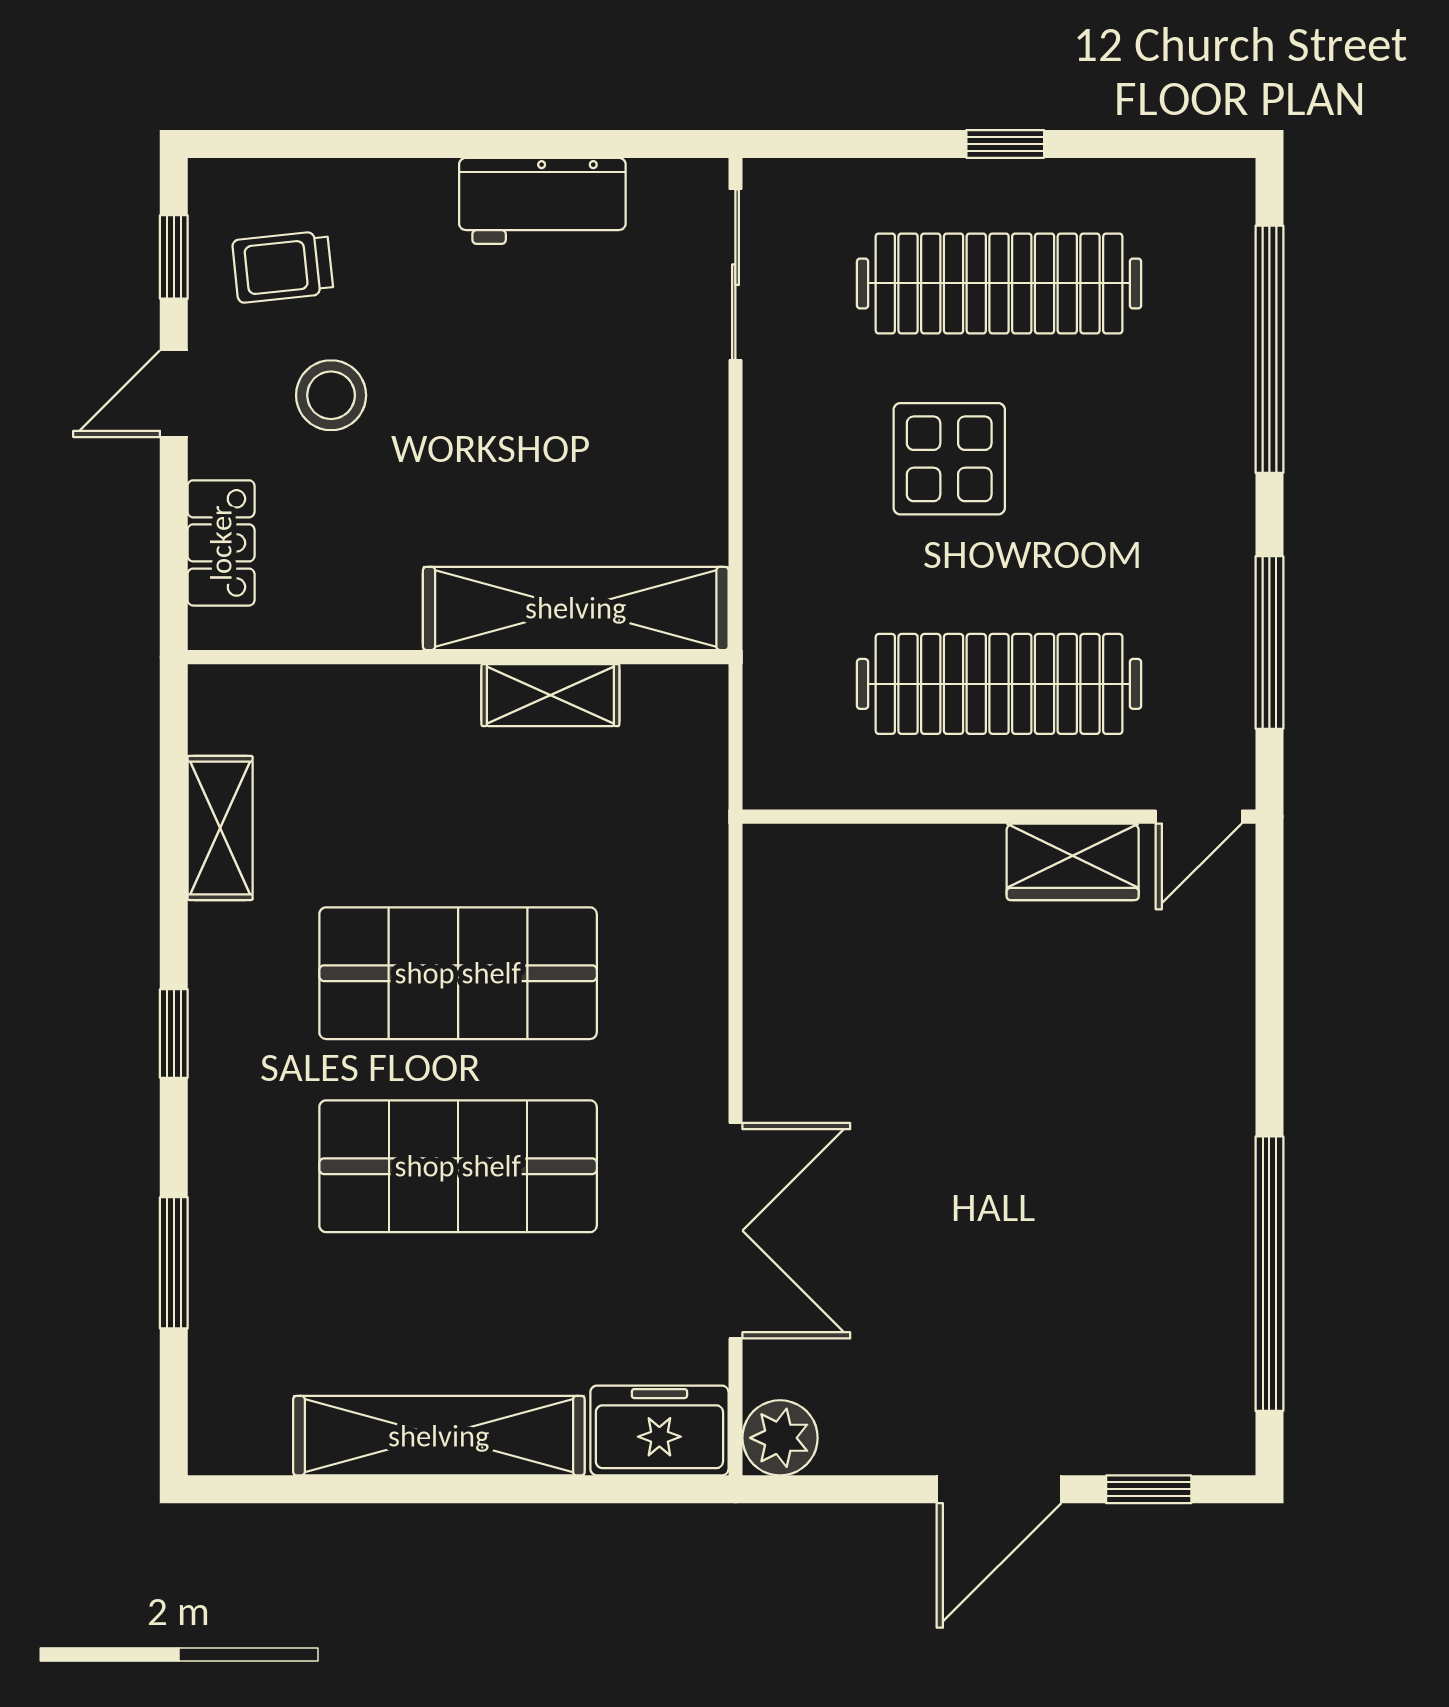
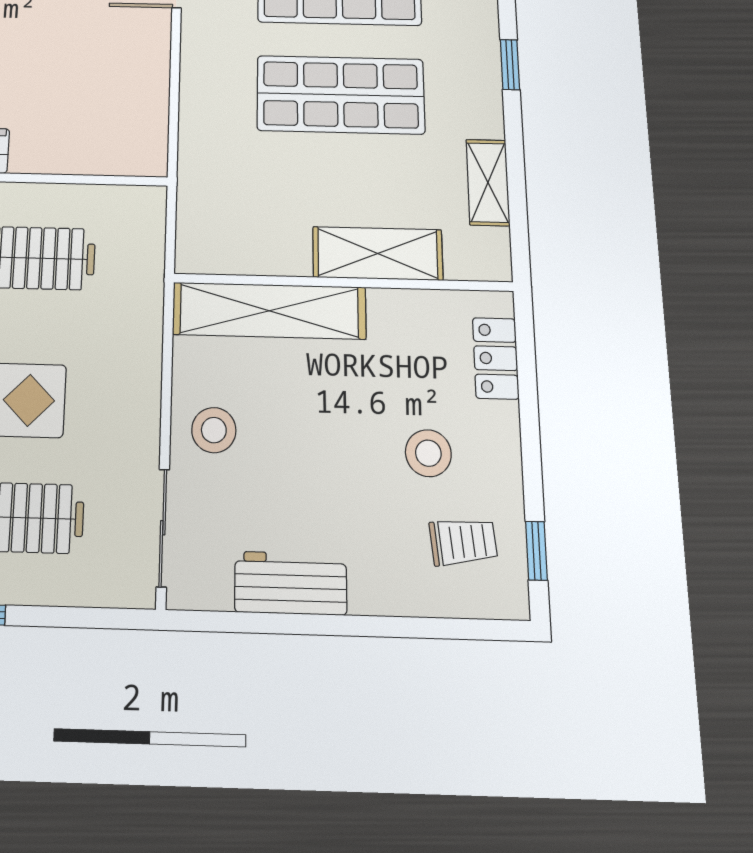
door: (174, 394) -> (531, 457), removed
stool: (661, 421) -> (214, 430), added
shelving: (550, 695) -> (378, 253), moved, width x1.50, depth x1.33

